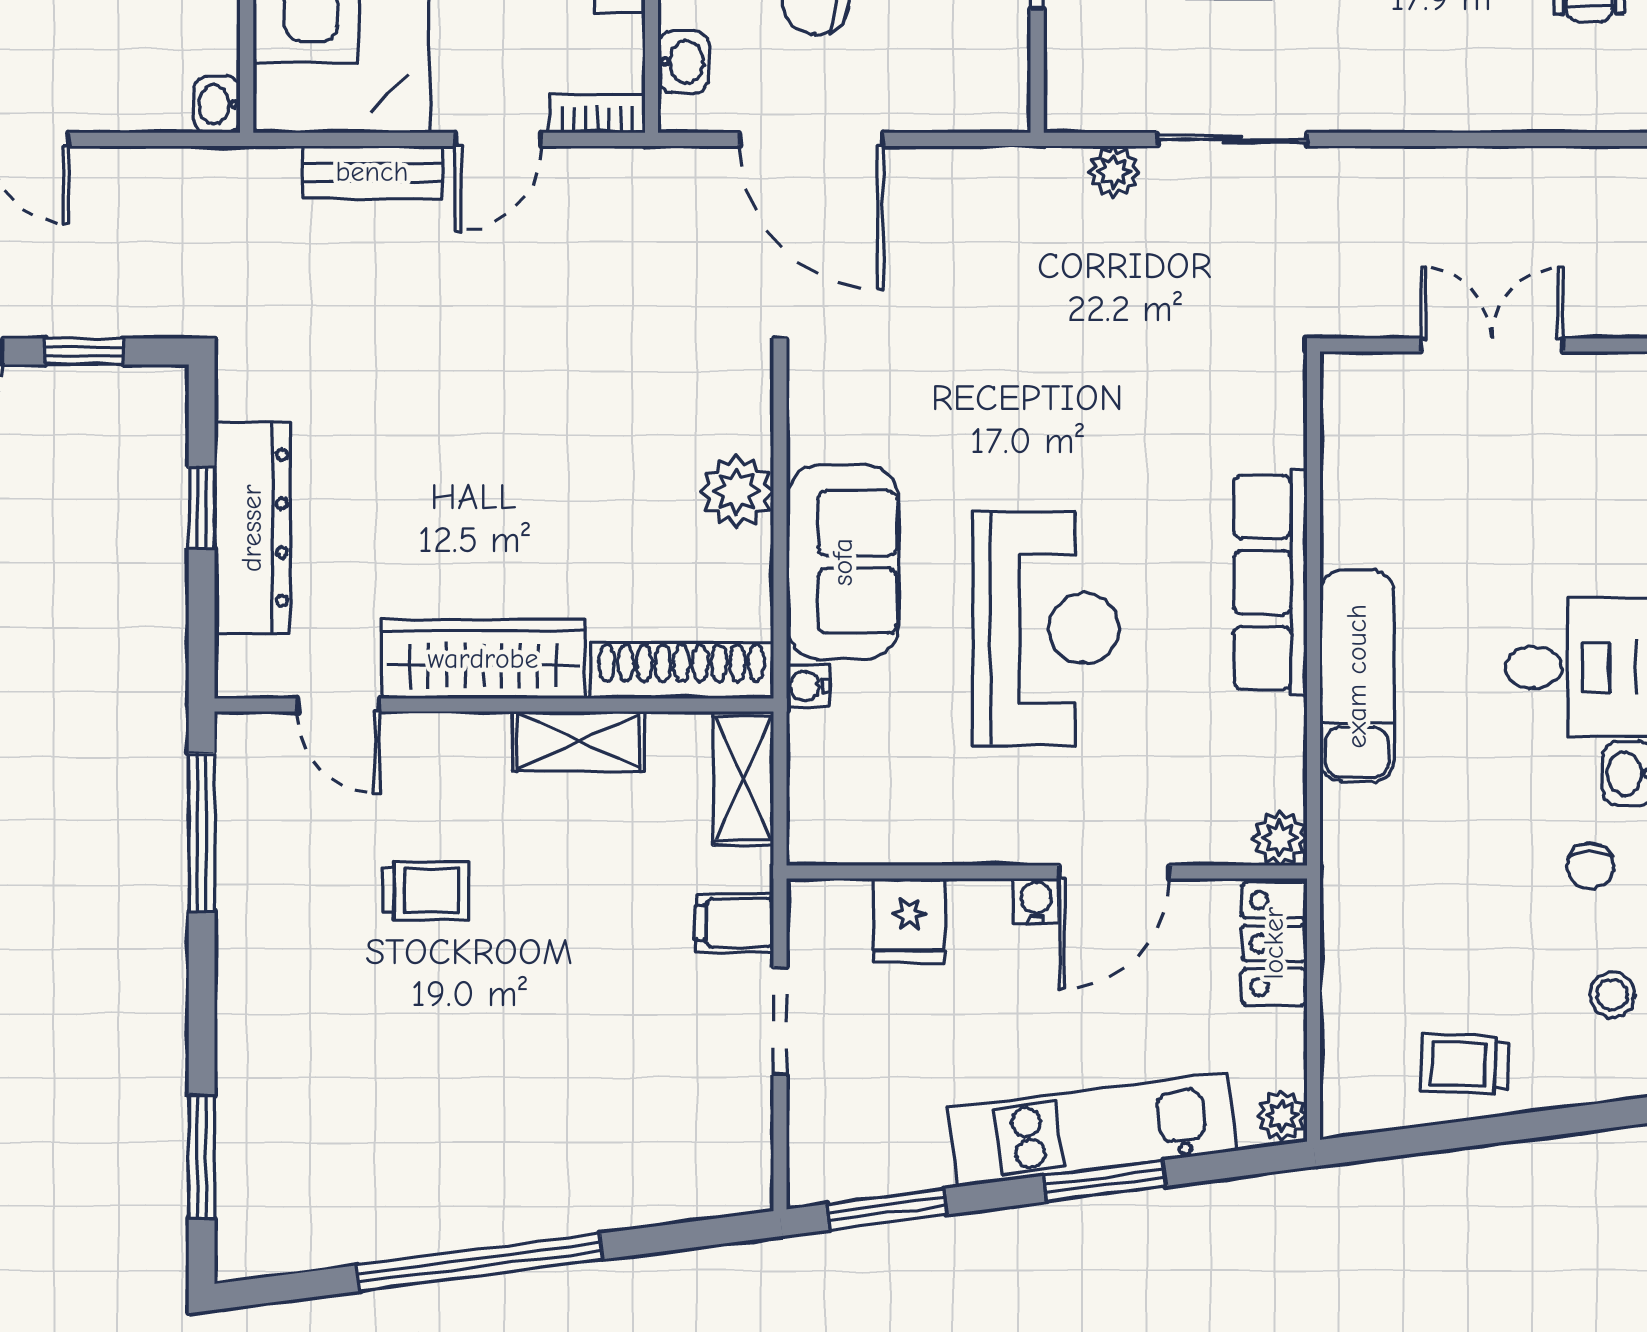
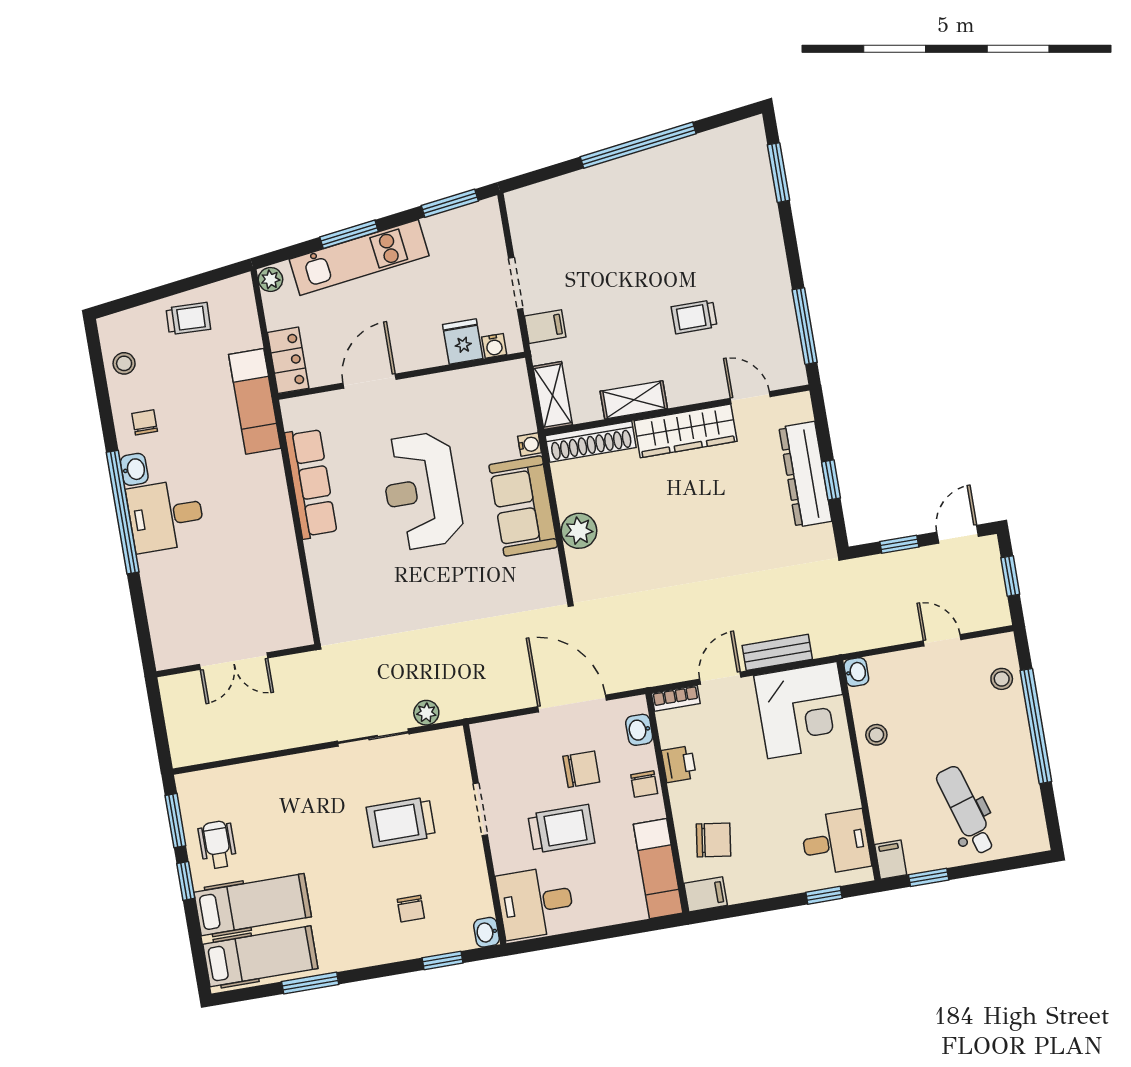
row of seats: (1271, 582) -> (311, 483), moved
exam couch: (1357, 676) -> (255, 401), moved
plant: (1280, 838) -> (294, 411), removed
water cooler: (1036, 901) -> (494, 346), moved

